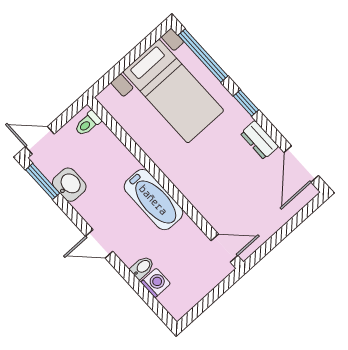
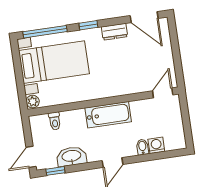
plant: (108, 97) -> (33, 102), added
toilet: (88, 123) -> (55, 121), moved
window: (43, 181) -> (55, 171), width x0.67
washbasin: (69, 185) -> (71, 156), width x1.38

